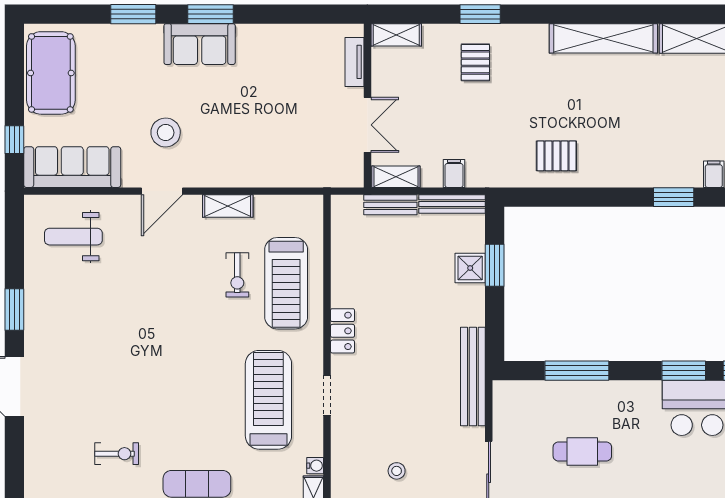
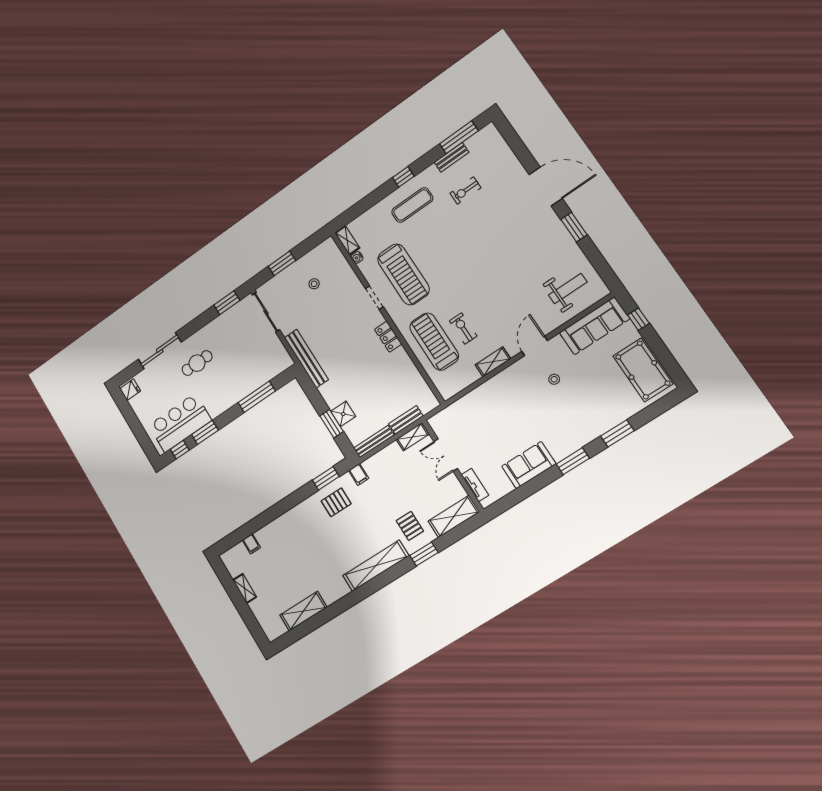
shelving: (396, 35) -> (454, 516), width x1.50, depth x1.33
shelving: (603, 38) -> (376, 566), moved
sofa: (200, 44) -> (529, 465), moved
stool: (166, 132) -> (554, 379), width x0.53, depth x0.53
filing cabinet: (454, 173) -> (359, 474), moved
window: (674, 197) -> (326, 478), moved
cafe table: (582, 451) -> (197, 363), moved

